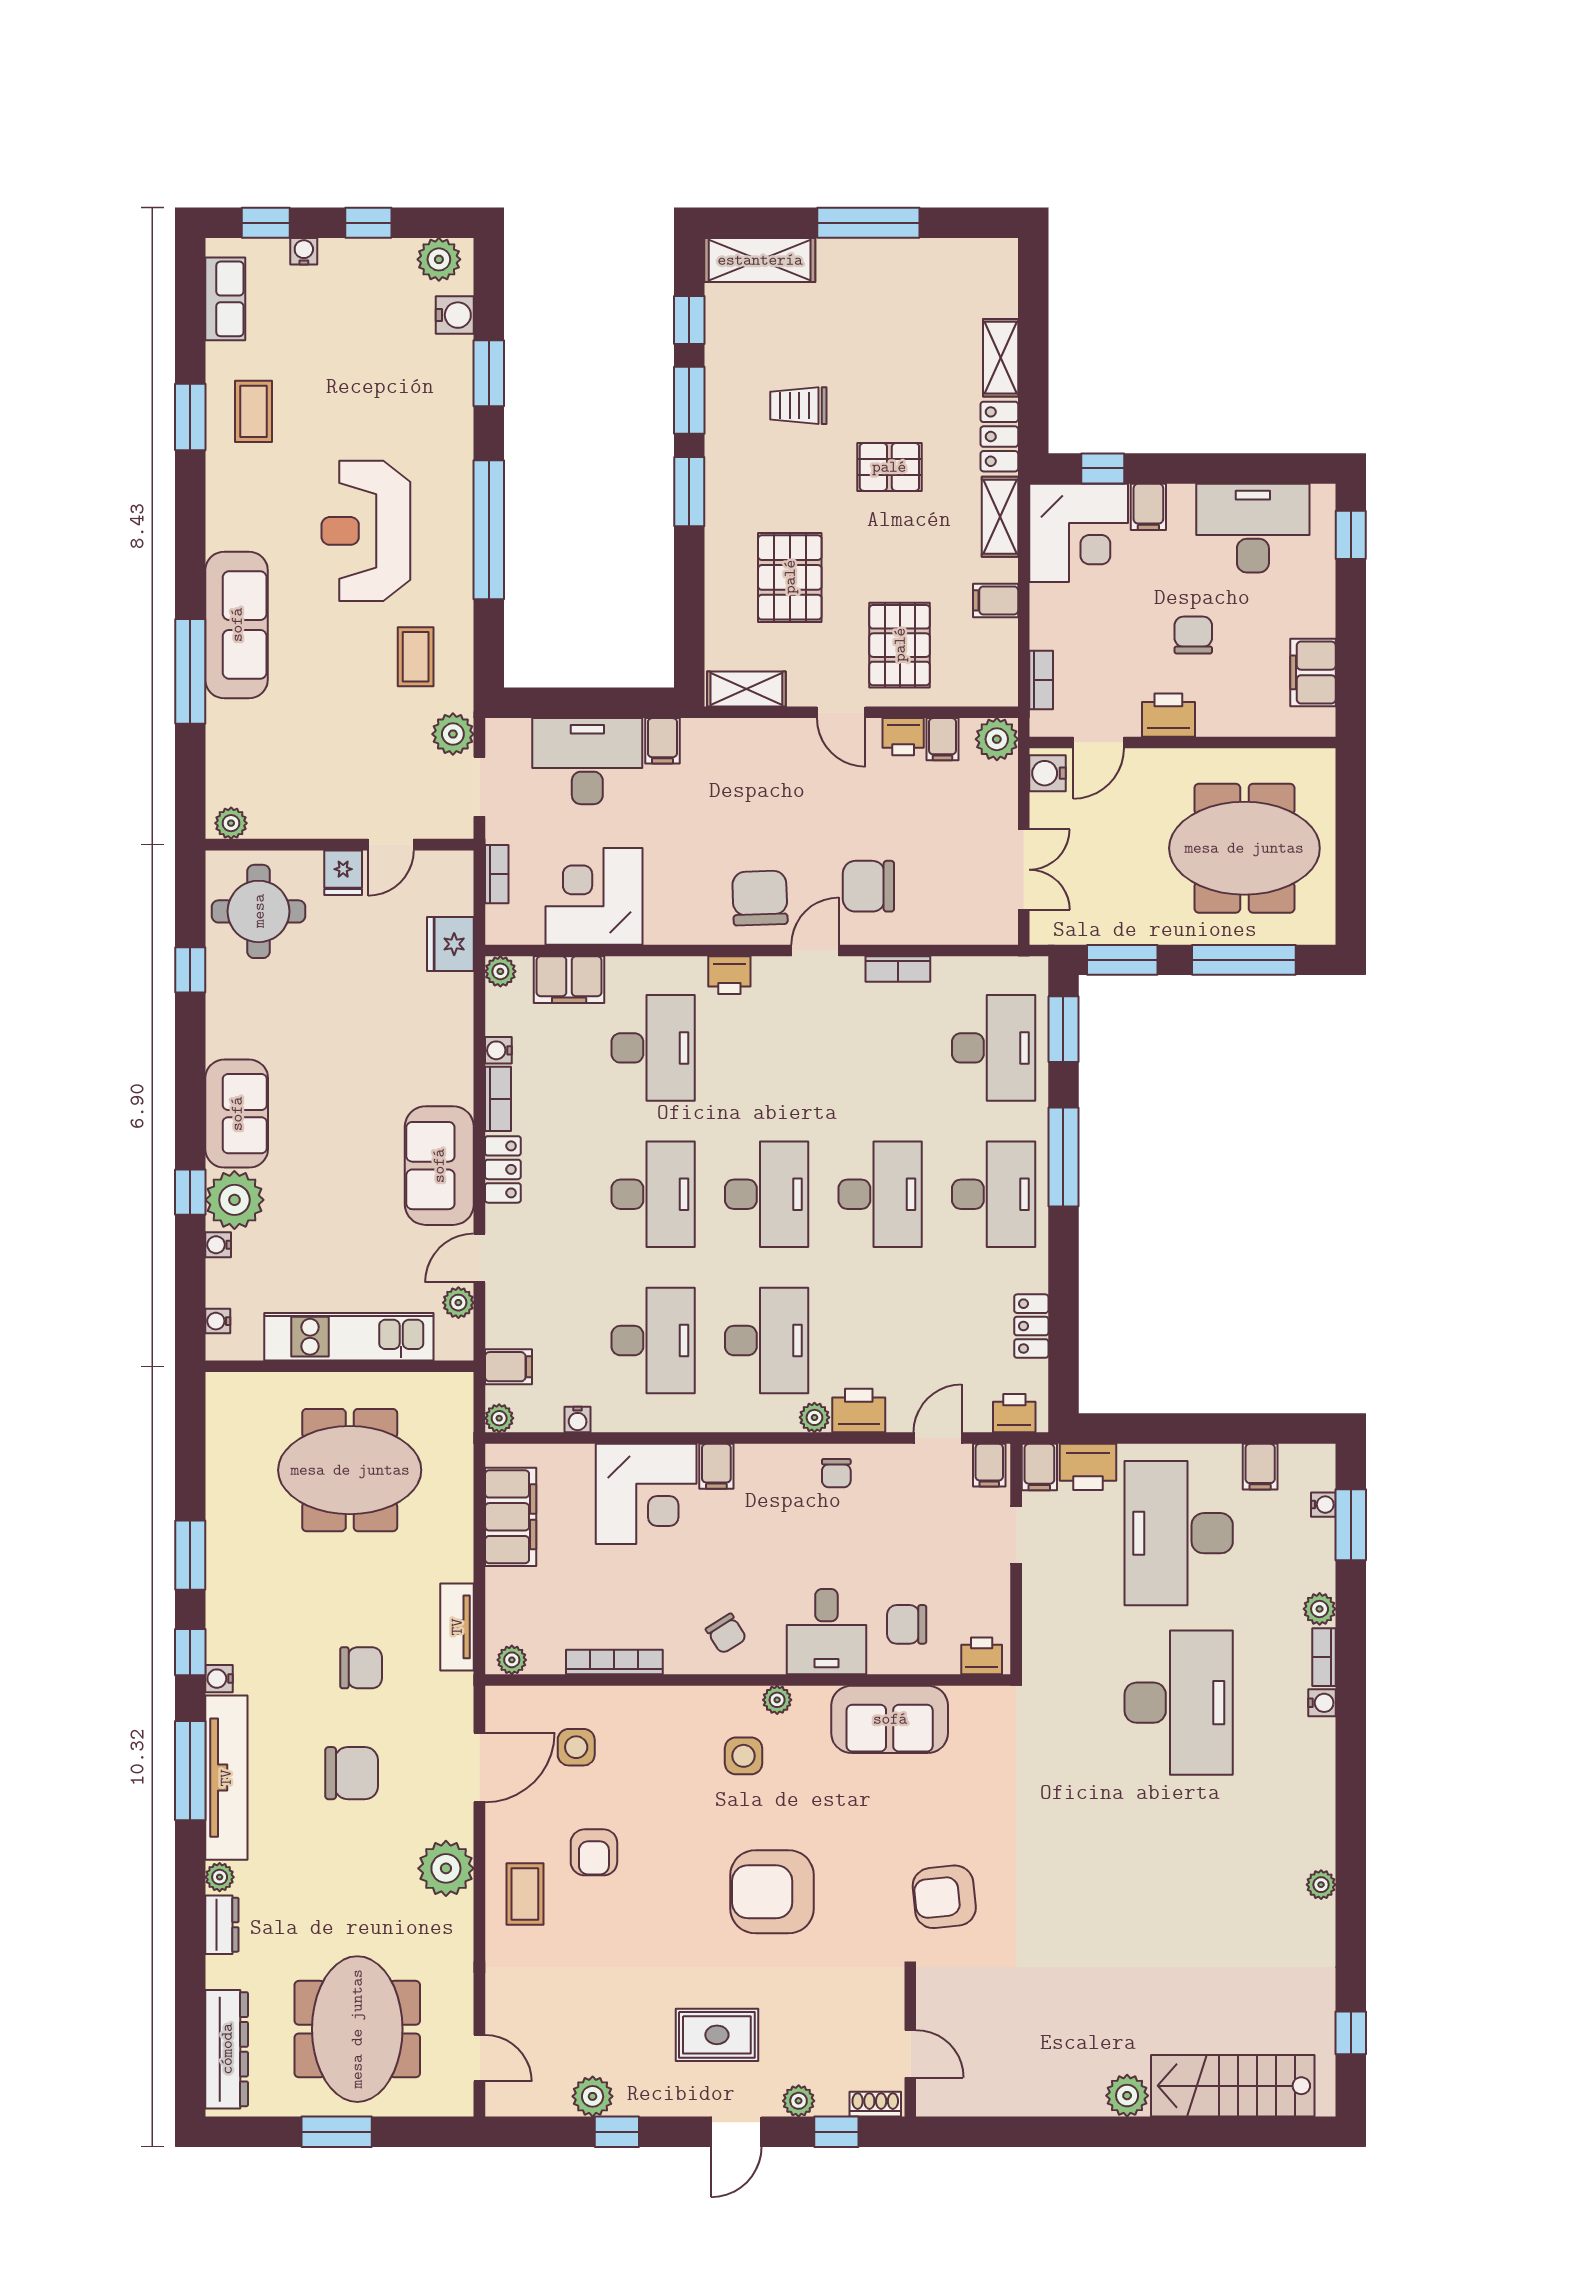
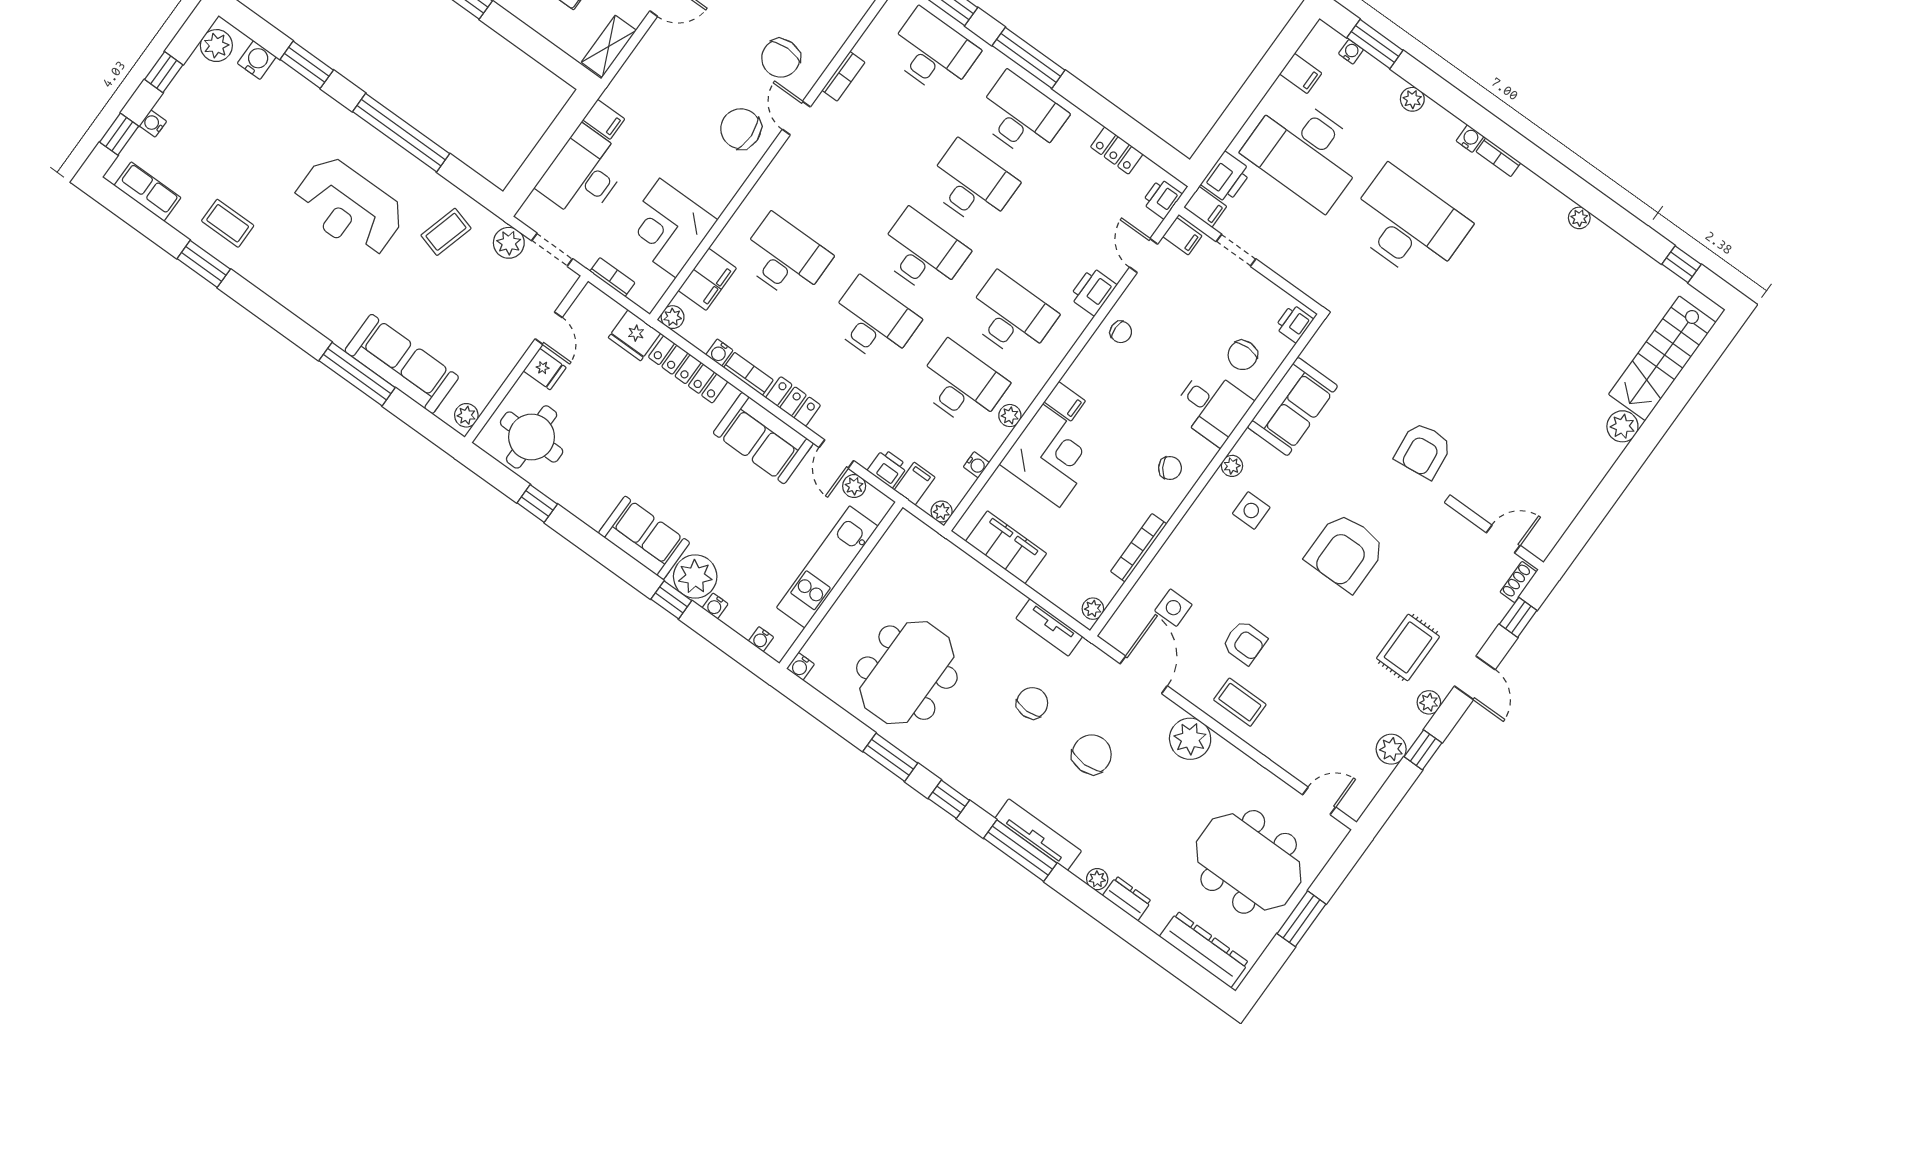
sofa: (237, 625) -> (402, 364), moved
coffee table: (416, 657) -> (446, 232), turned -74
printer: (729, 975) -> (888, 468), moved, turned -90
locker: (455, 1029) -> (688, 369), added
plant: (814, 1417) -> (1010, 416), moved
meeting table: (350, 1470) -> (907, 673), moved
bookcase: (1324, 1657) -> (1498, 157), moved
water cooler: (219, 1679) -> (800, 666), moved
tv unit: (226, 1778) -> (1038, 835), width x0.73, depth x0.78
plant: (799, 2101) -> (1429, 702), moved

